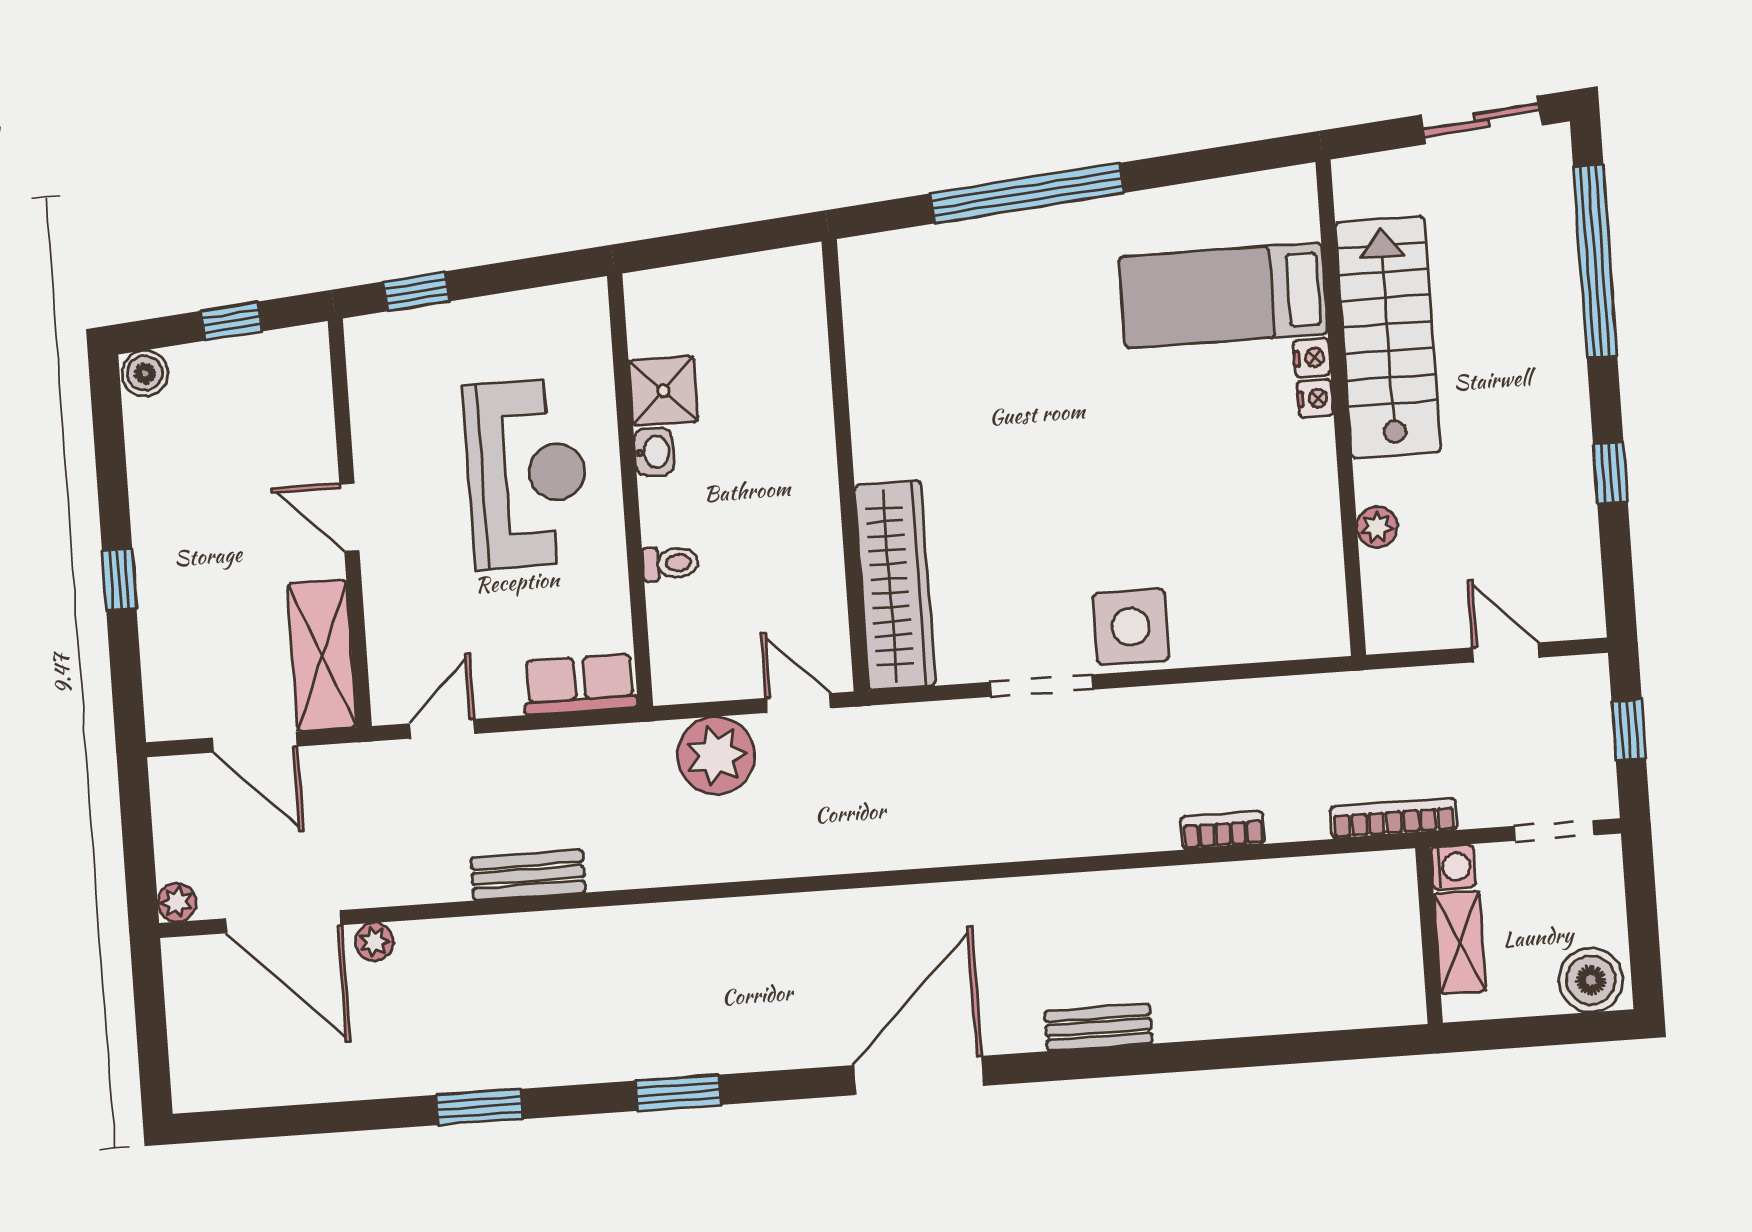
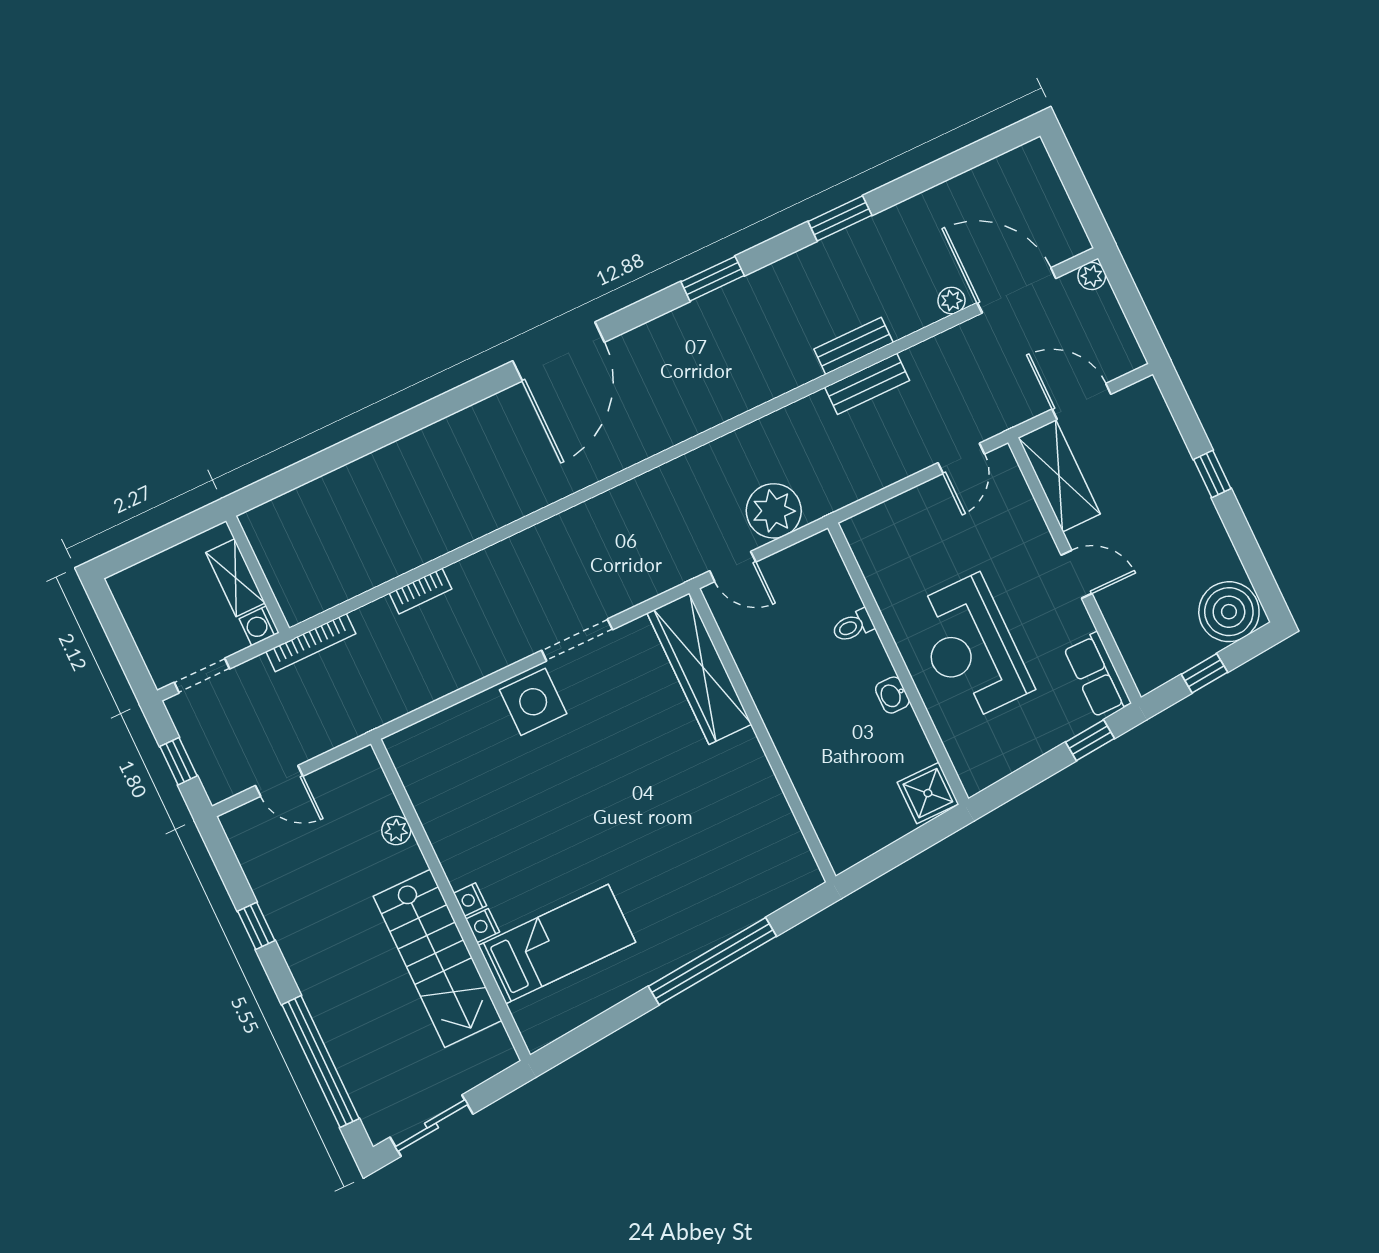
boiler: (145, 373) -> (1229, 612), width x1.86, depth x1.86
shower: (663, 391) -> (928, 793), moved
row of seats: (580, 684) -> (1097, 675), moved, turned 90
boiler: (1591, 980) -> (139, 586), removed
bench: (1098, 1027) -> (854, 346), moved

